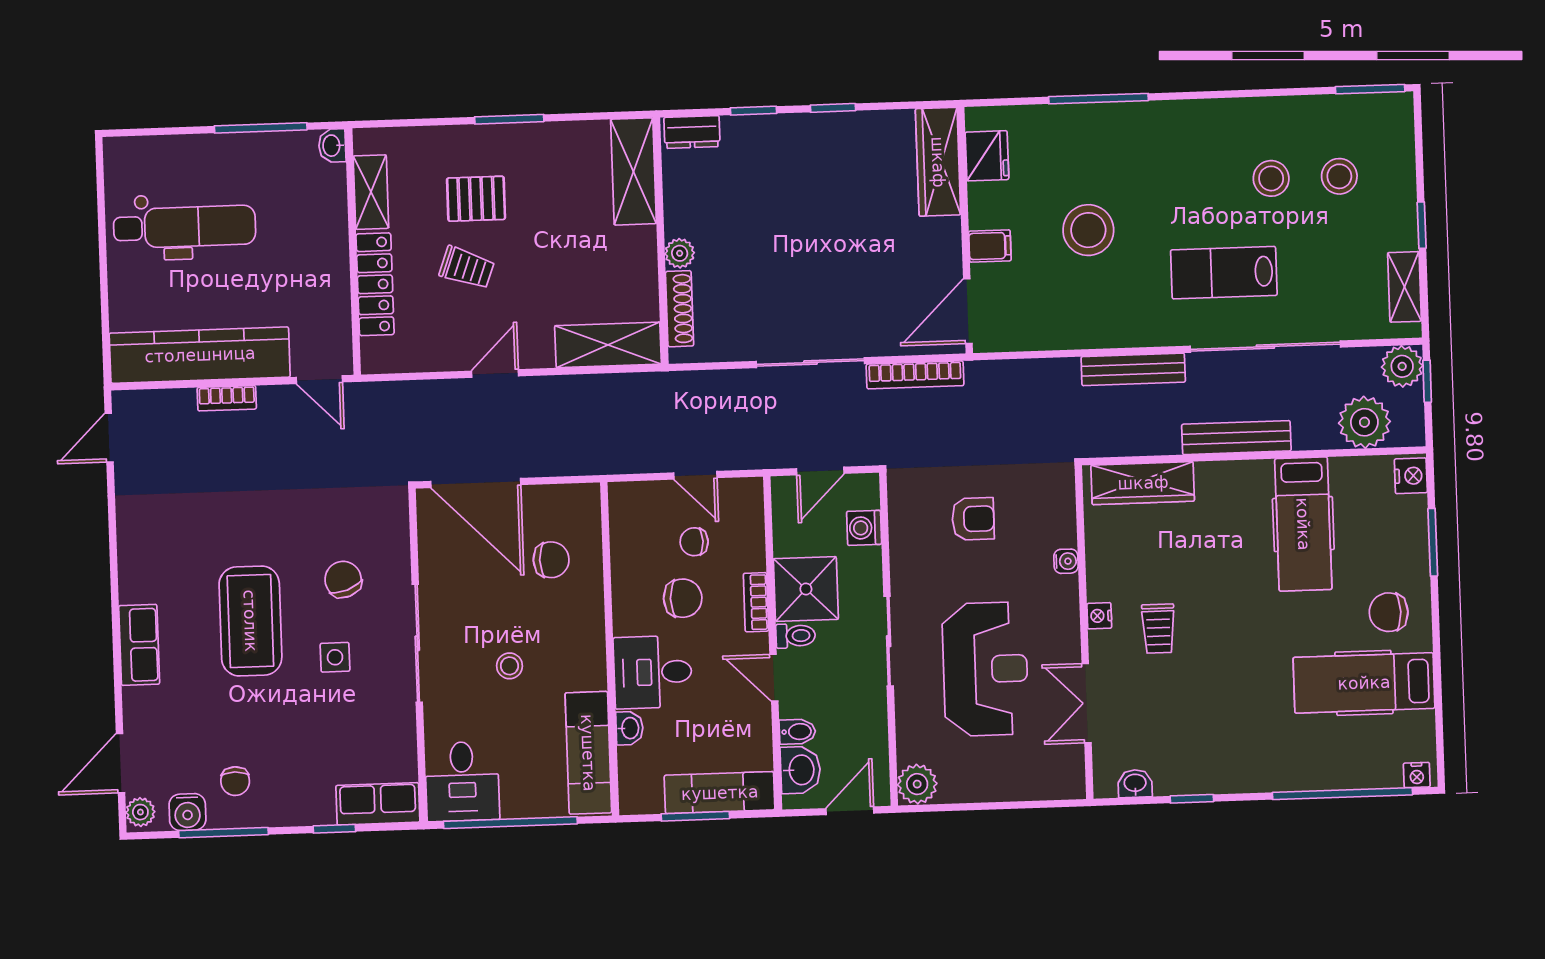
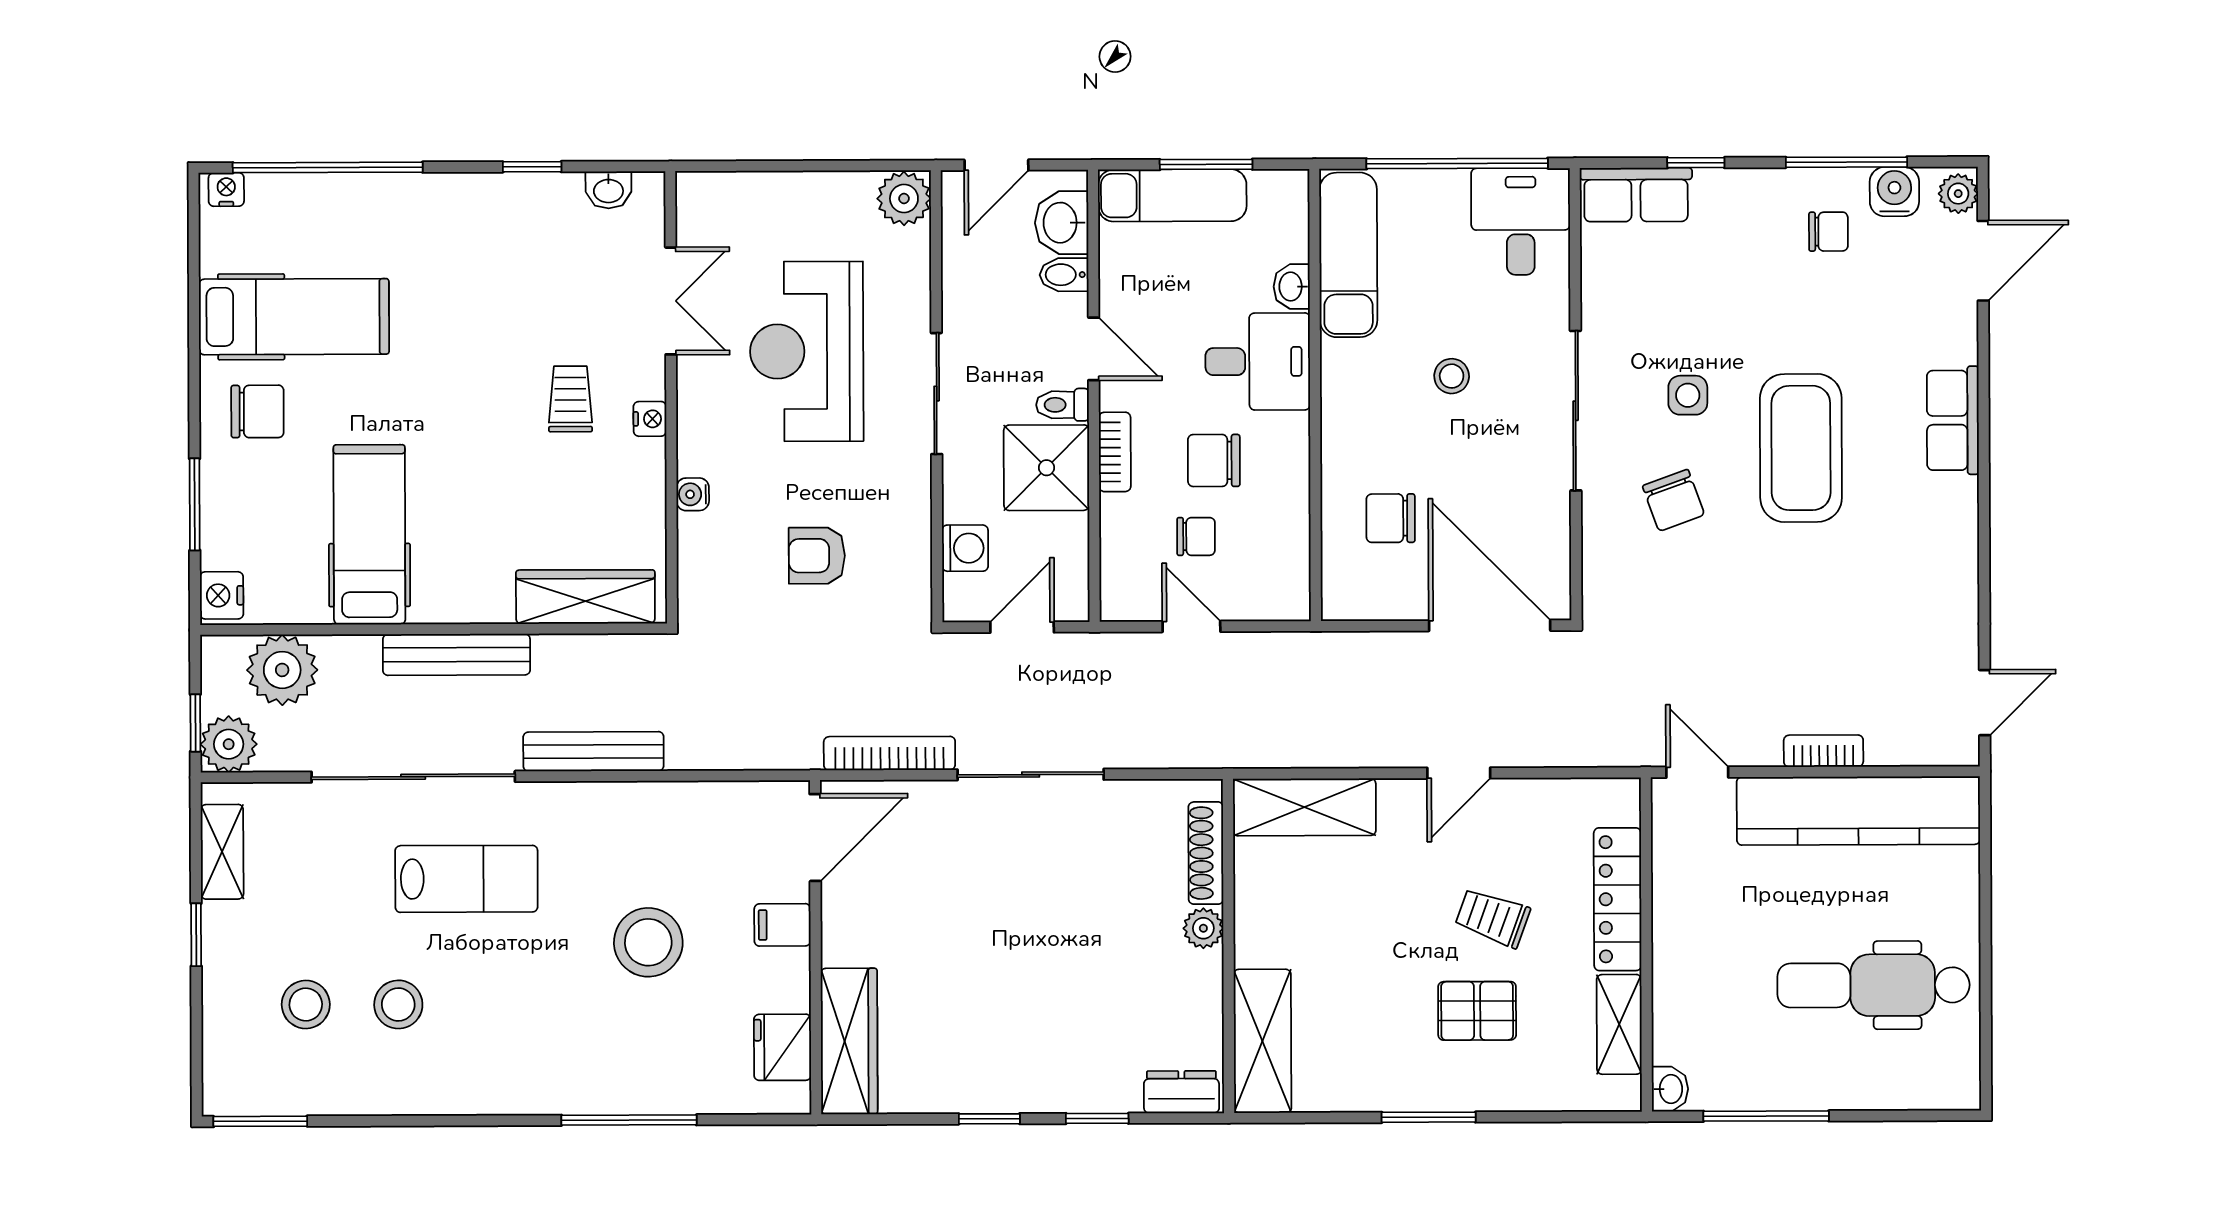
chair: (235, 781) -> (1828, 232), turned 90

